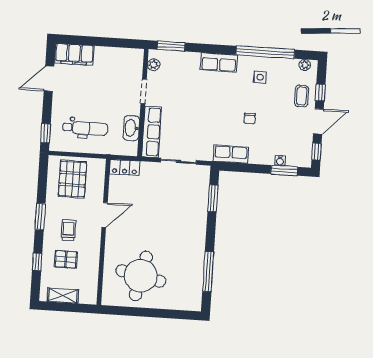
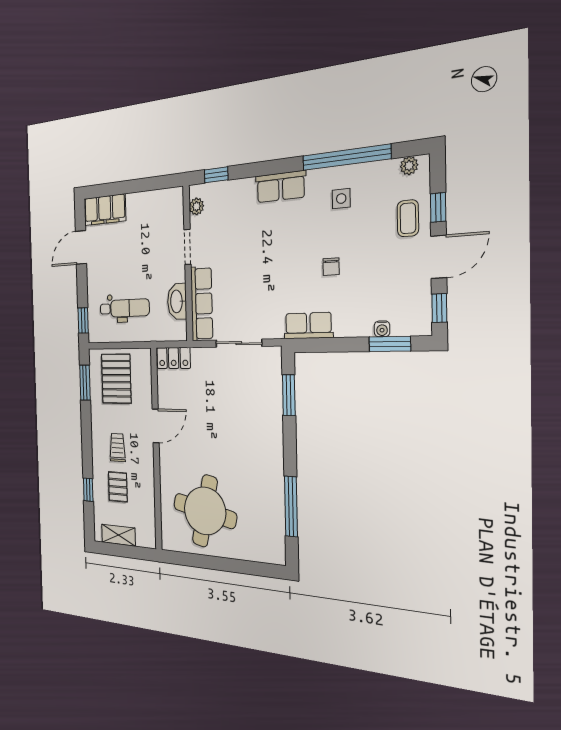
window: (171, 46) -> (216, 175), width x0.67
window: (40, 217) -> (85, 382), moved
pallet: (66, 259) -> (118, 487), turned 90

